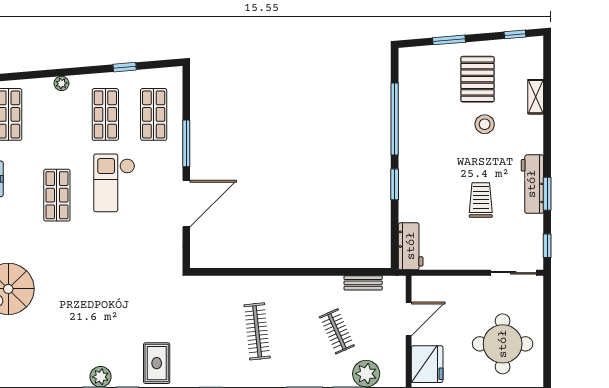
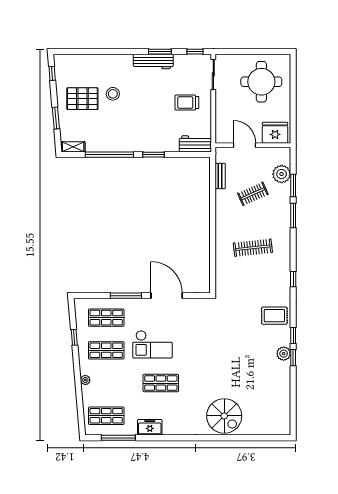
shelving: (536, 97) -> (73, 147), moved
trolley: (481, 200) -> (187, 103), moved

